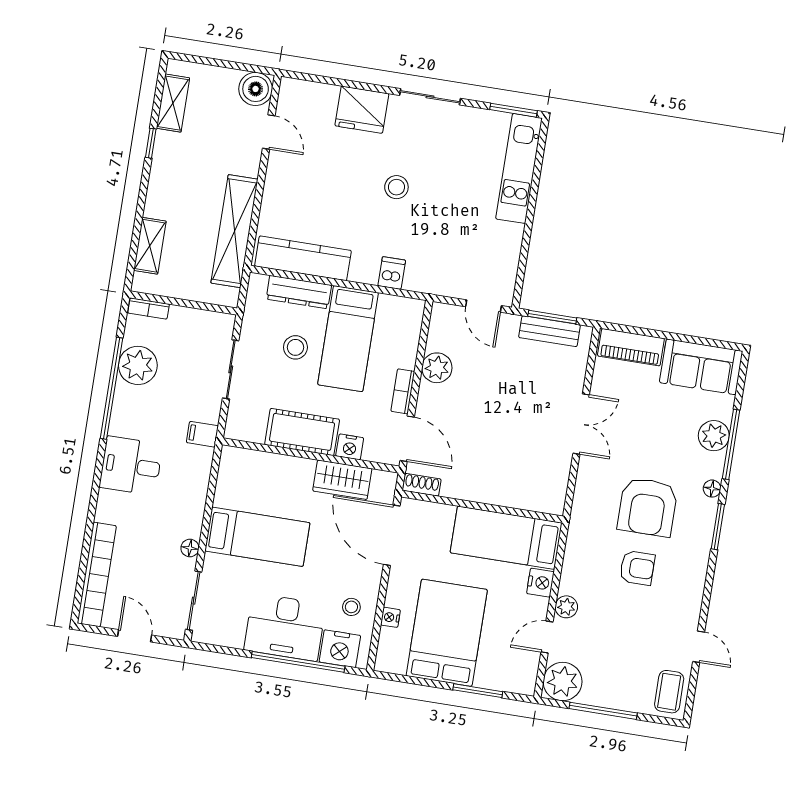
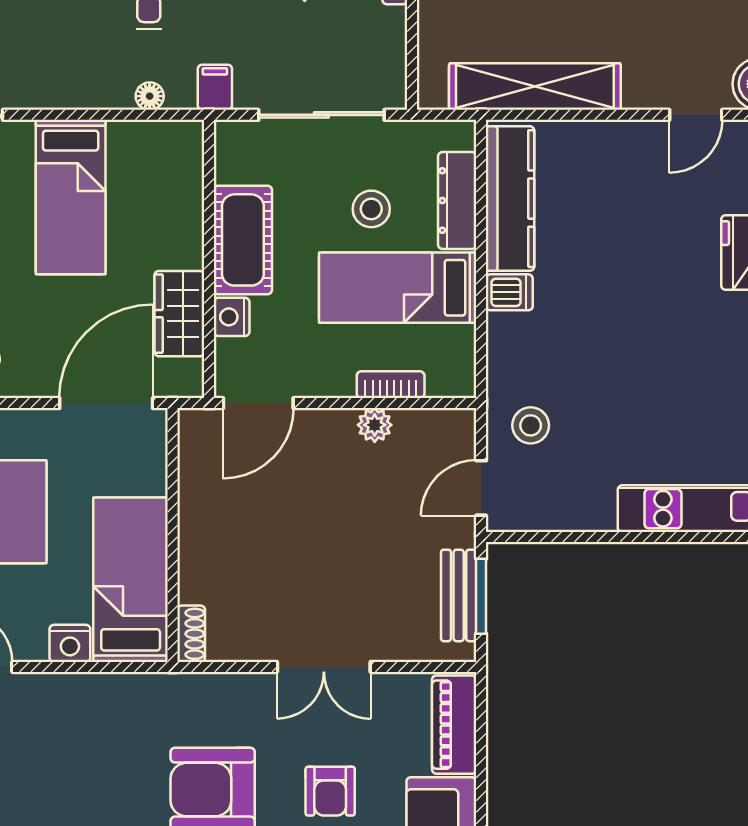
stool: (396, 187) -> (531, 425), moved
dishwasher: (392, 273) -> (509, 292), moved
plant: (437, 368) -> (375, 425), width x0.73, depth x0.73
sliding door: (231, 369) -> (321, 115), width x1.37
bookcase: (403, 391) -> (391, 385), moved
shoe rack: (422, 485) -> (191, 634), moved
floor lamp: (190, 548) -> (150, 96), moved
armchair: (637, 568) -> (330, 791), moved
plant: (566, 607) -> (39, 689), removed

